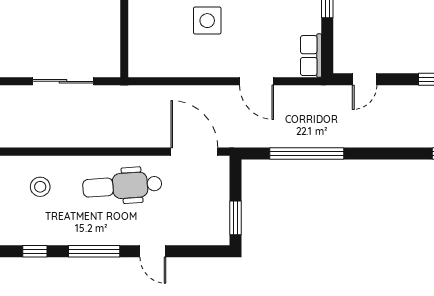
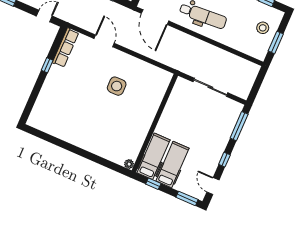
row of seats: (311, 56) -> (66, 48), width x1.48
stool: (40, 187) -> (263, 28), moved

